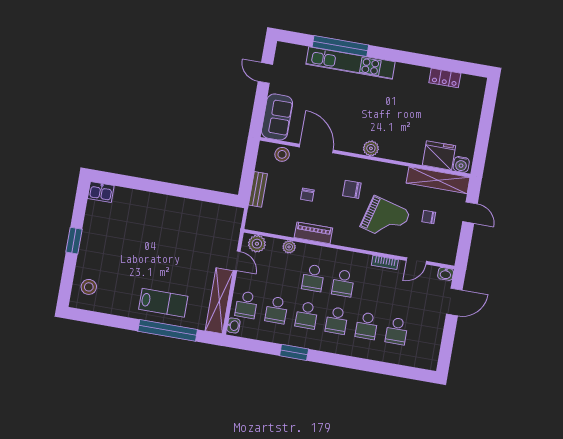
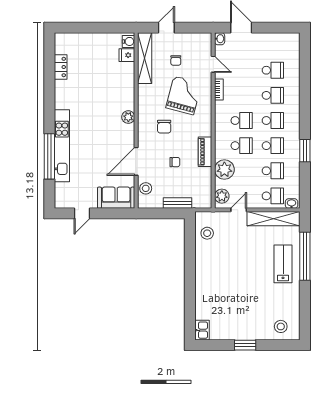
fridge: (439, 155) -> (127, 55), width x0.53, depth x0.75
stool: (216, 218) -> (207, 233), added
plant: (289, 247) -> (224, 170), width x1.87, depth x1.87

